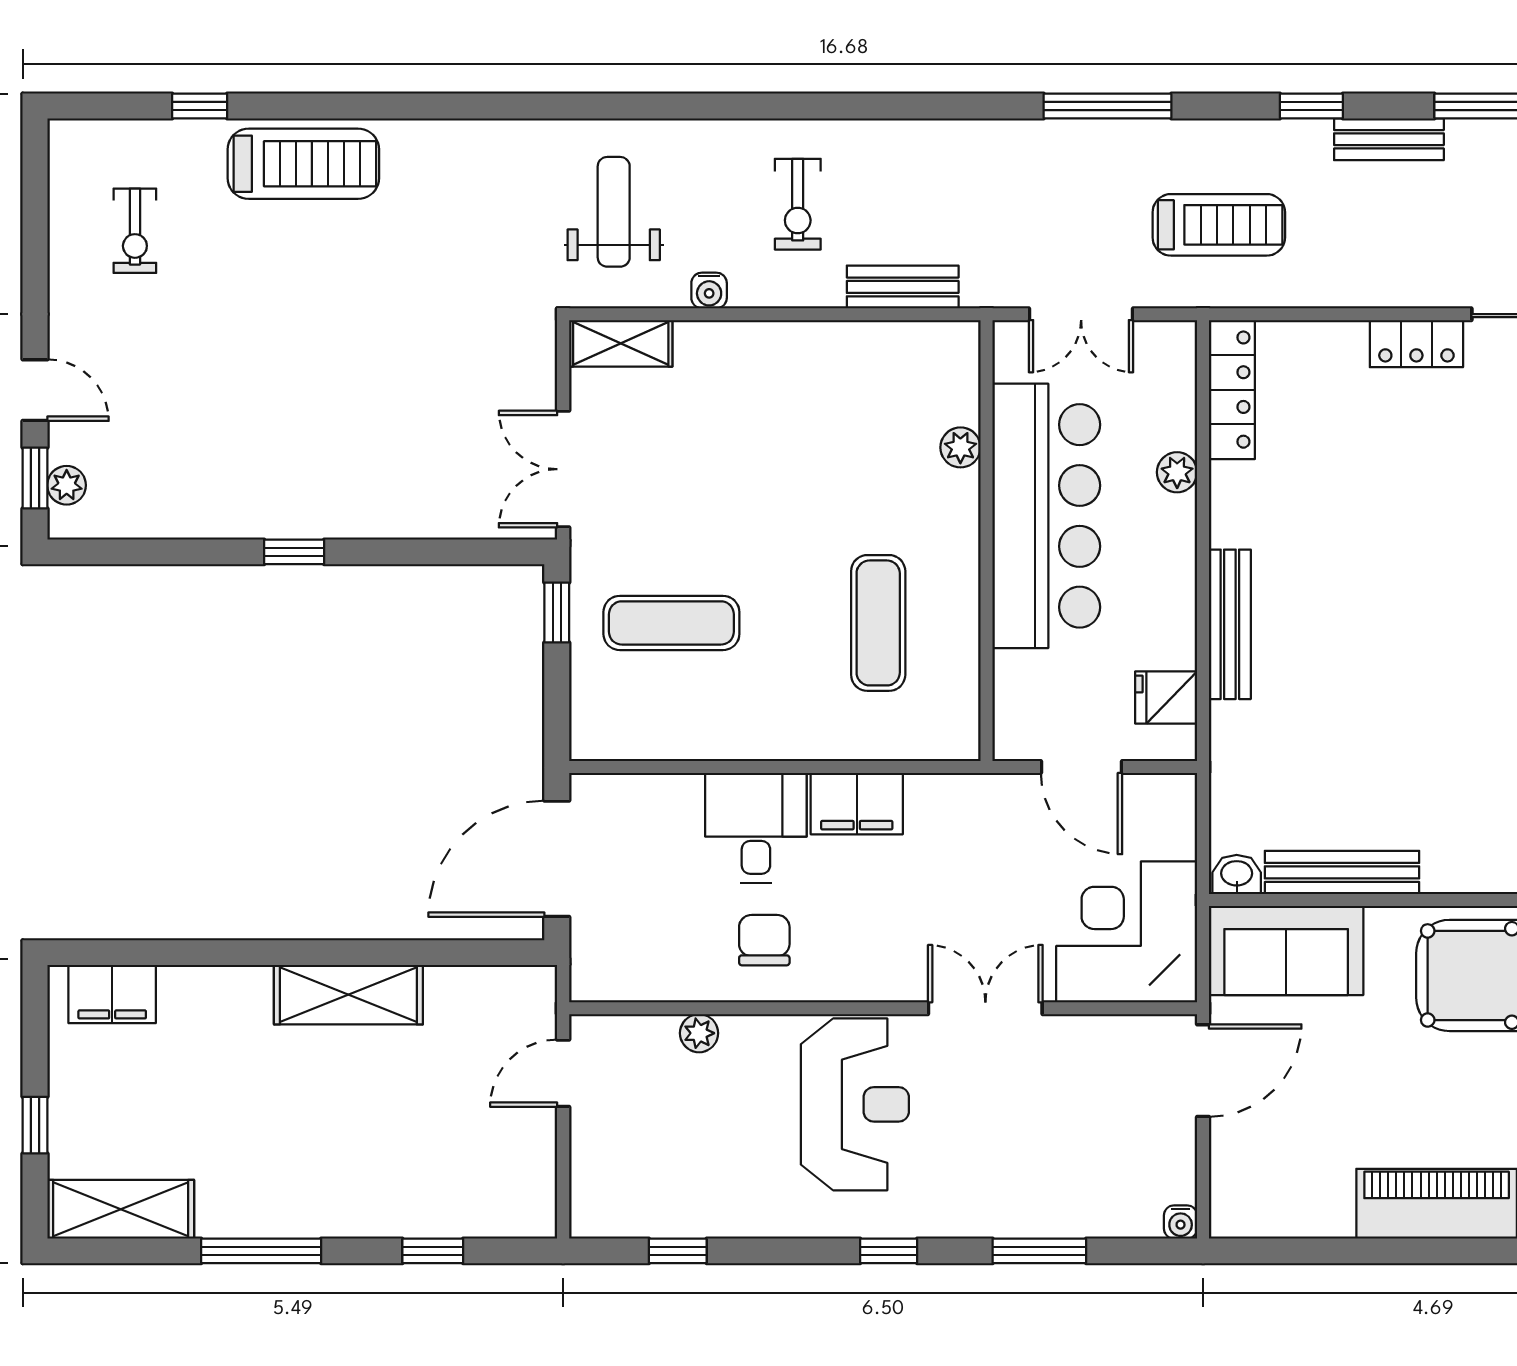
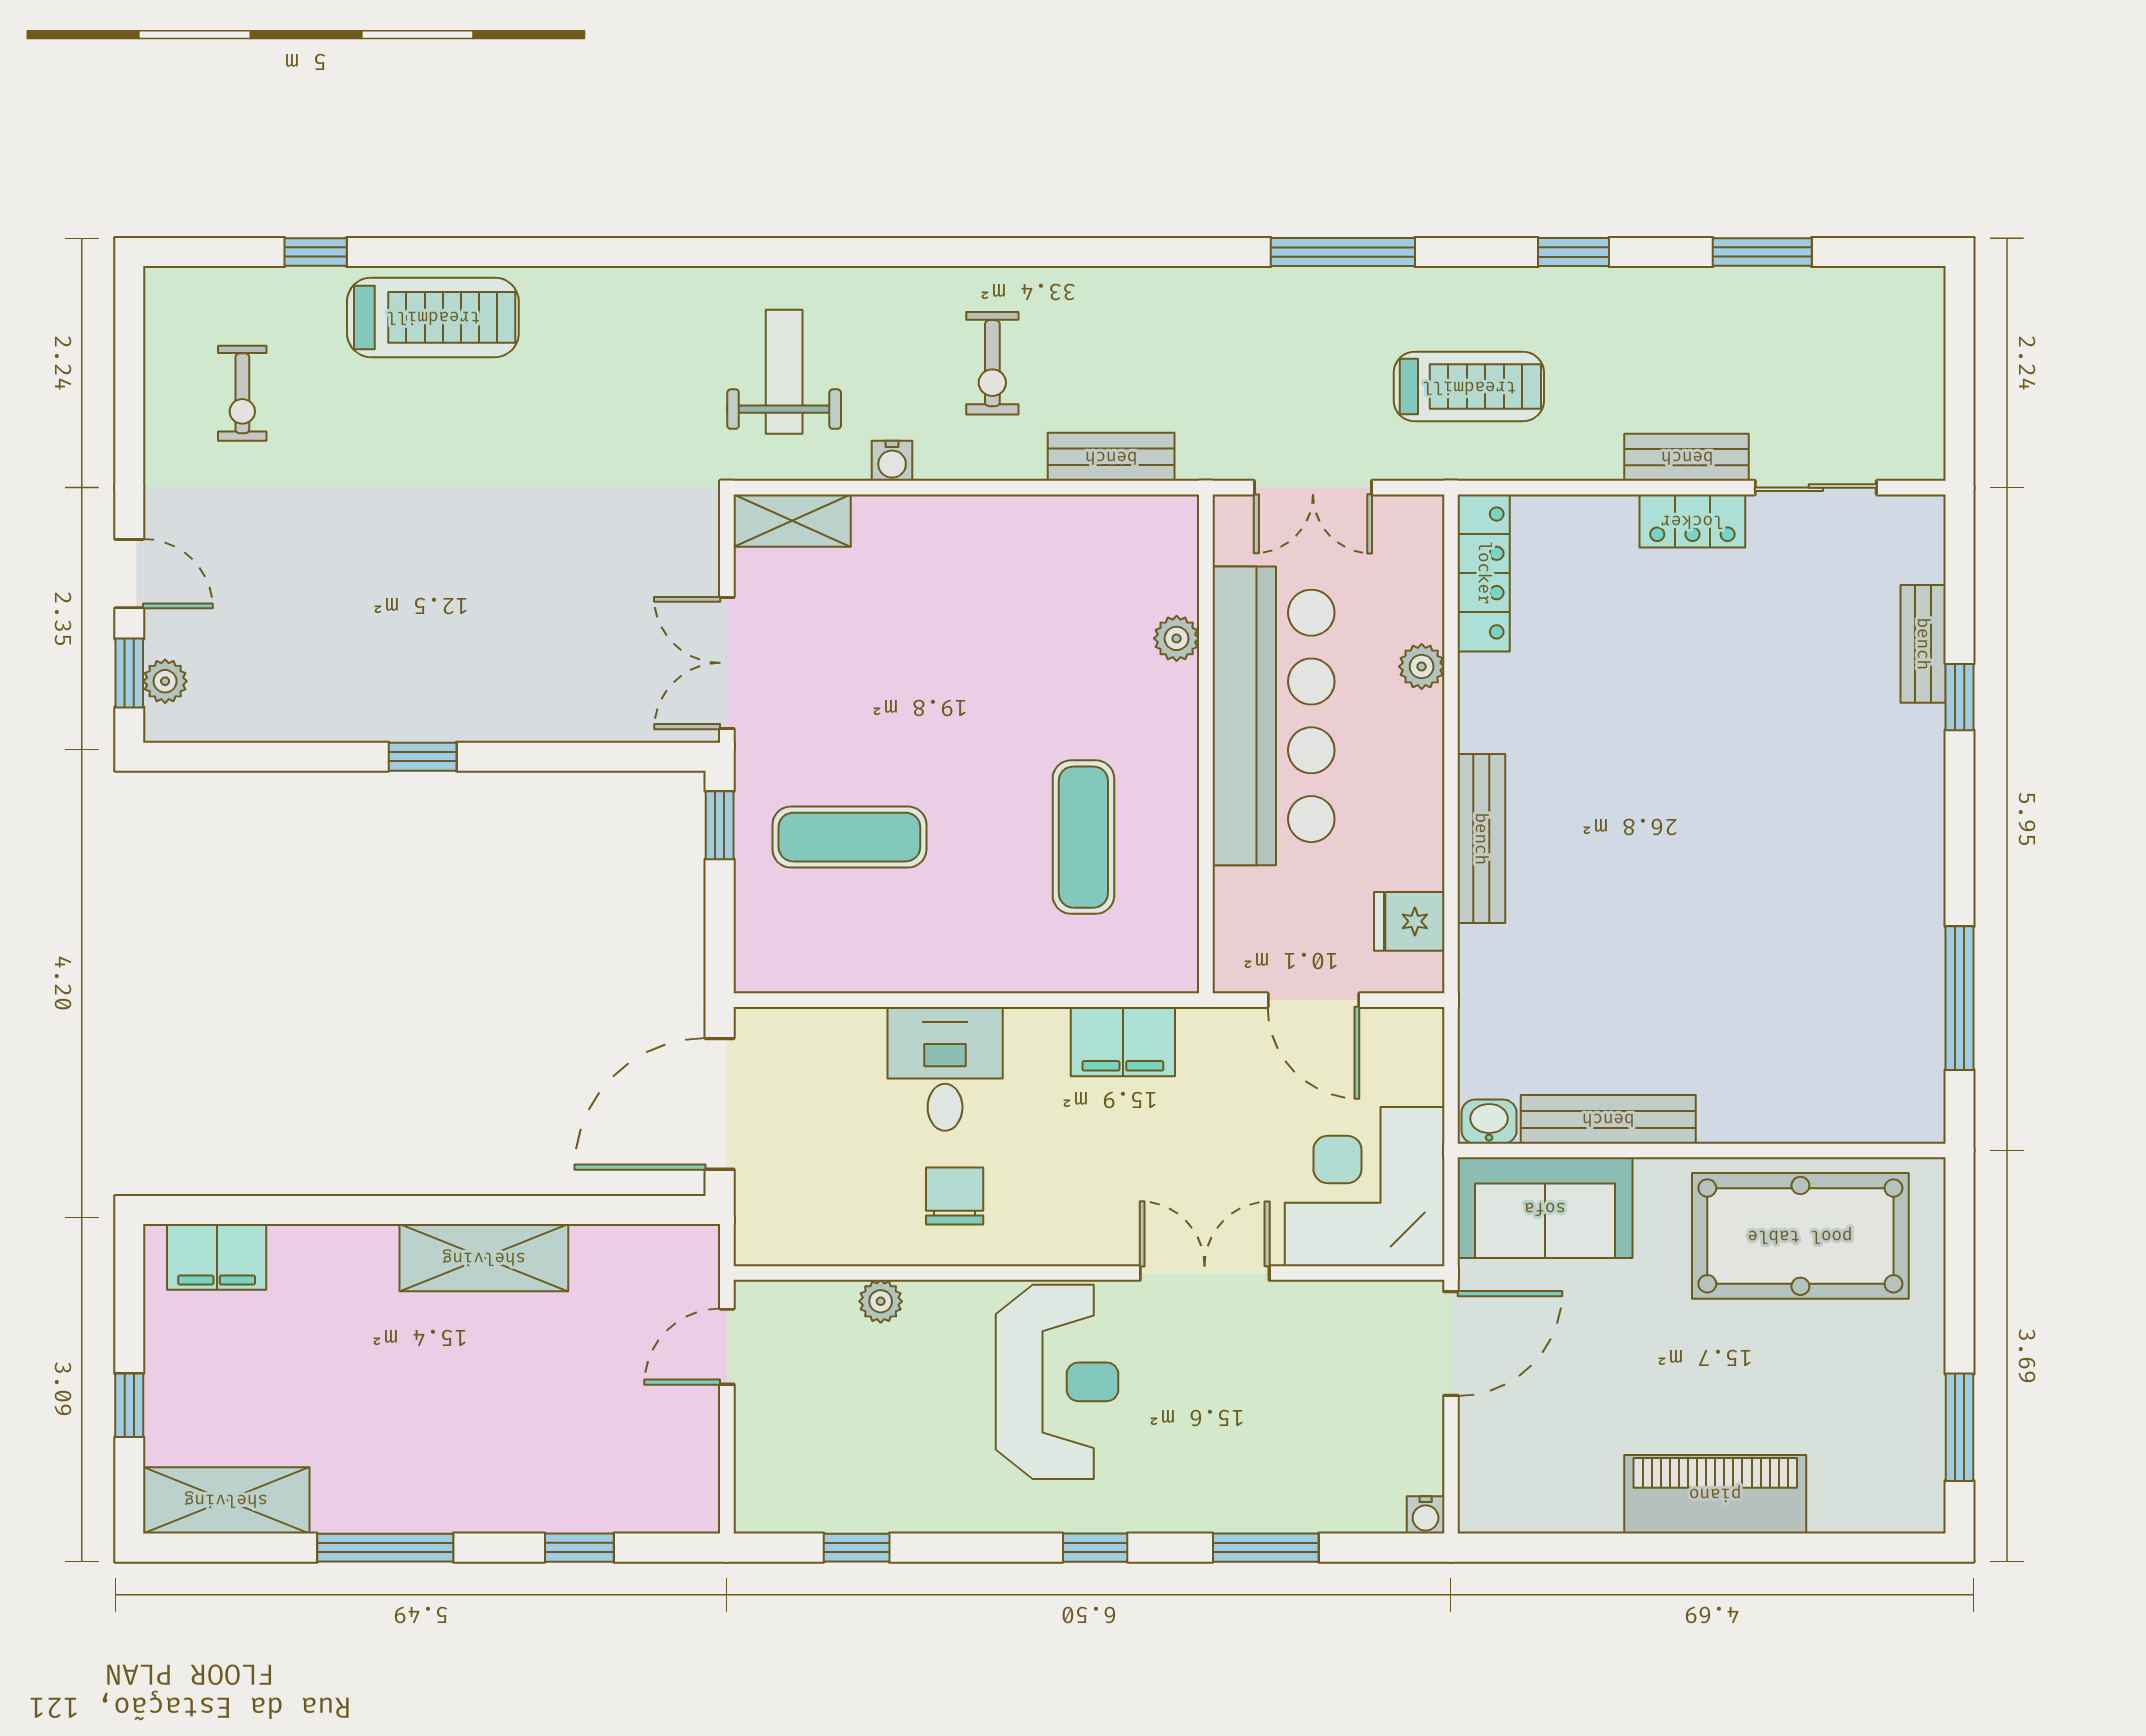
bench: (1389, 139) -> (1687, 457), moved
filing cabinet: (857, 804) -> (1123, 1042), moved

